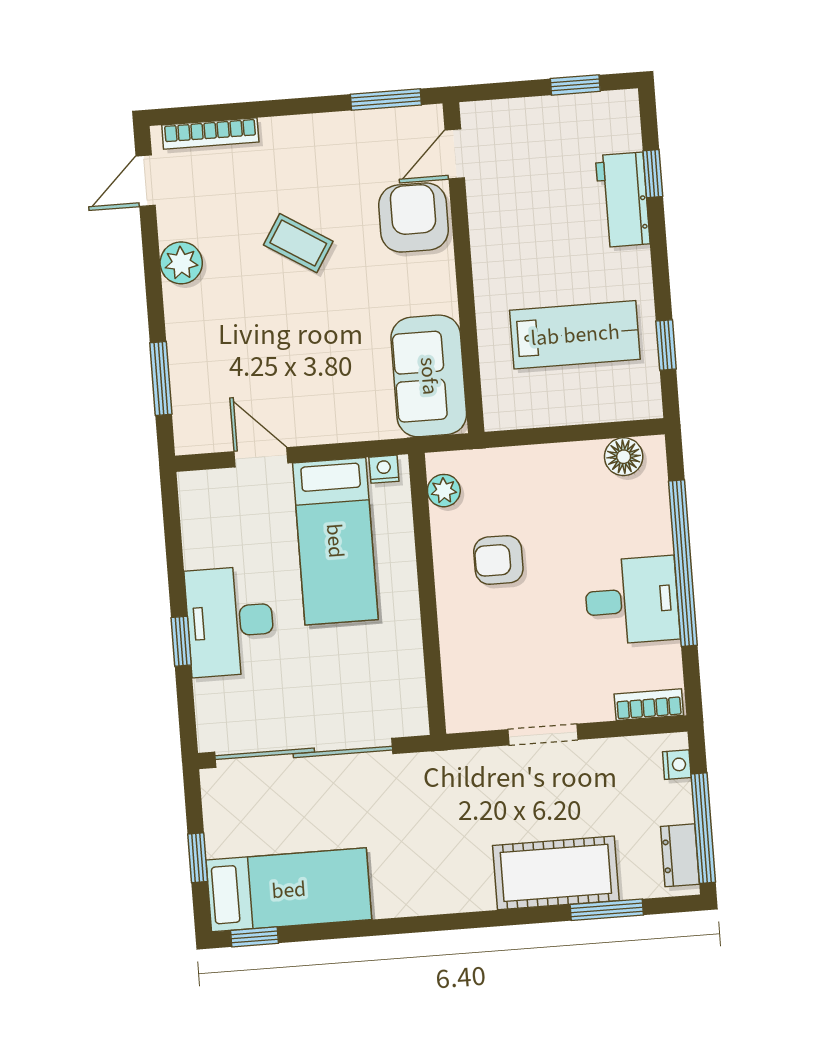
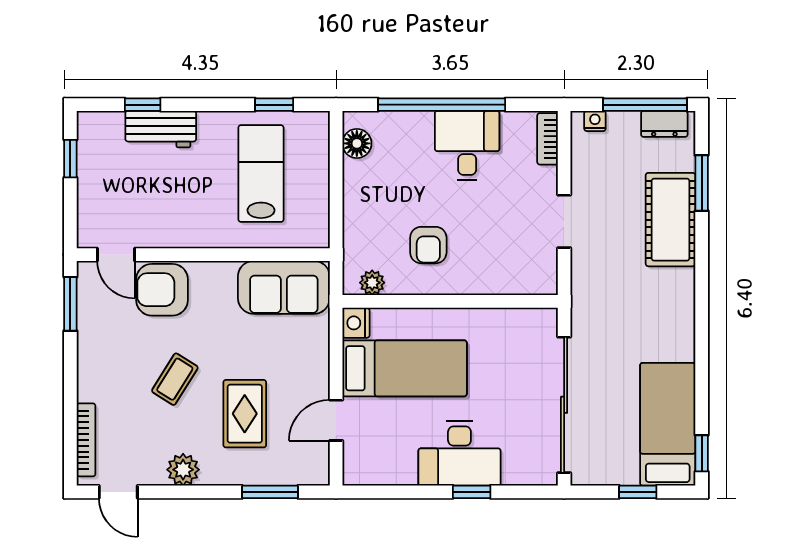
rug: (260, 338) -> (245, 414), added
nightstand: (384, 469) -> (356, 323), width x1.39, depth x1.35

